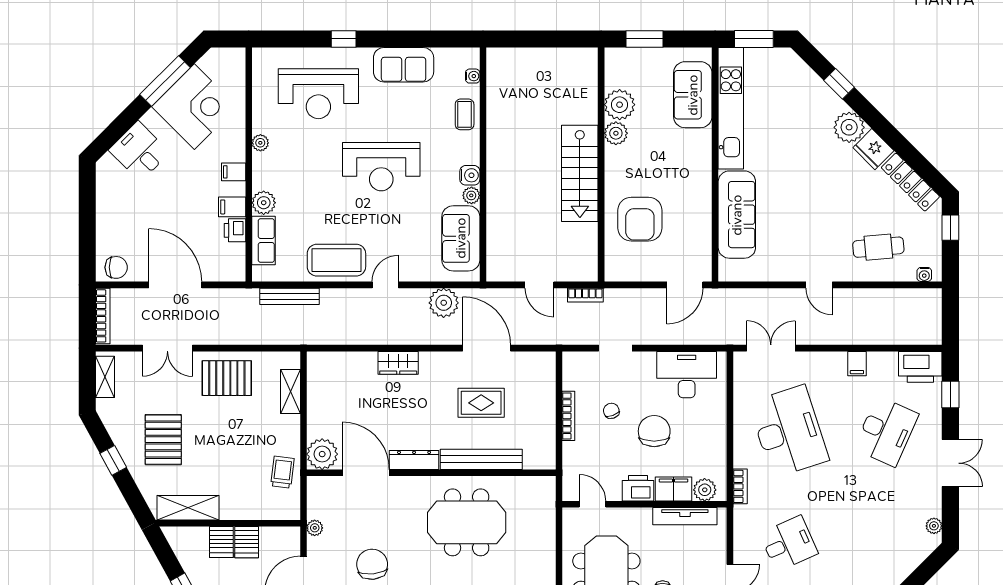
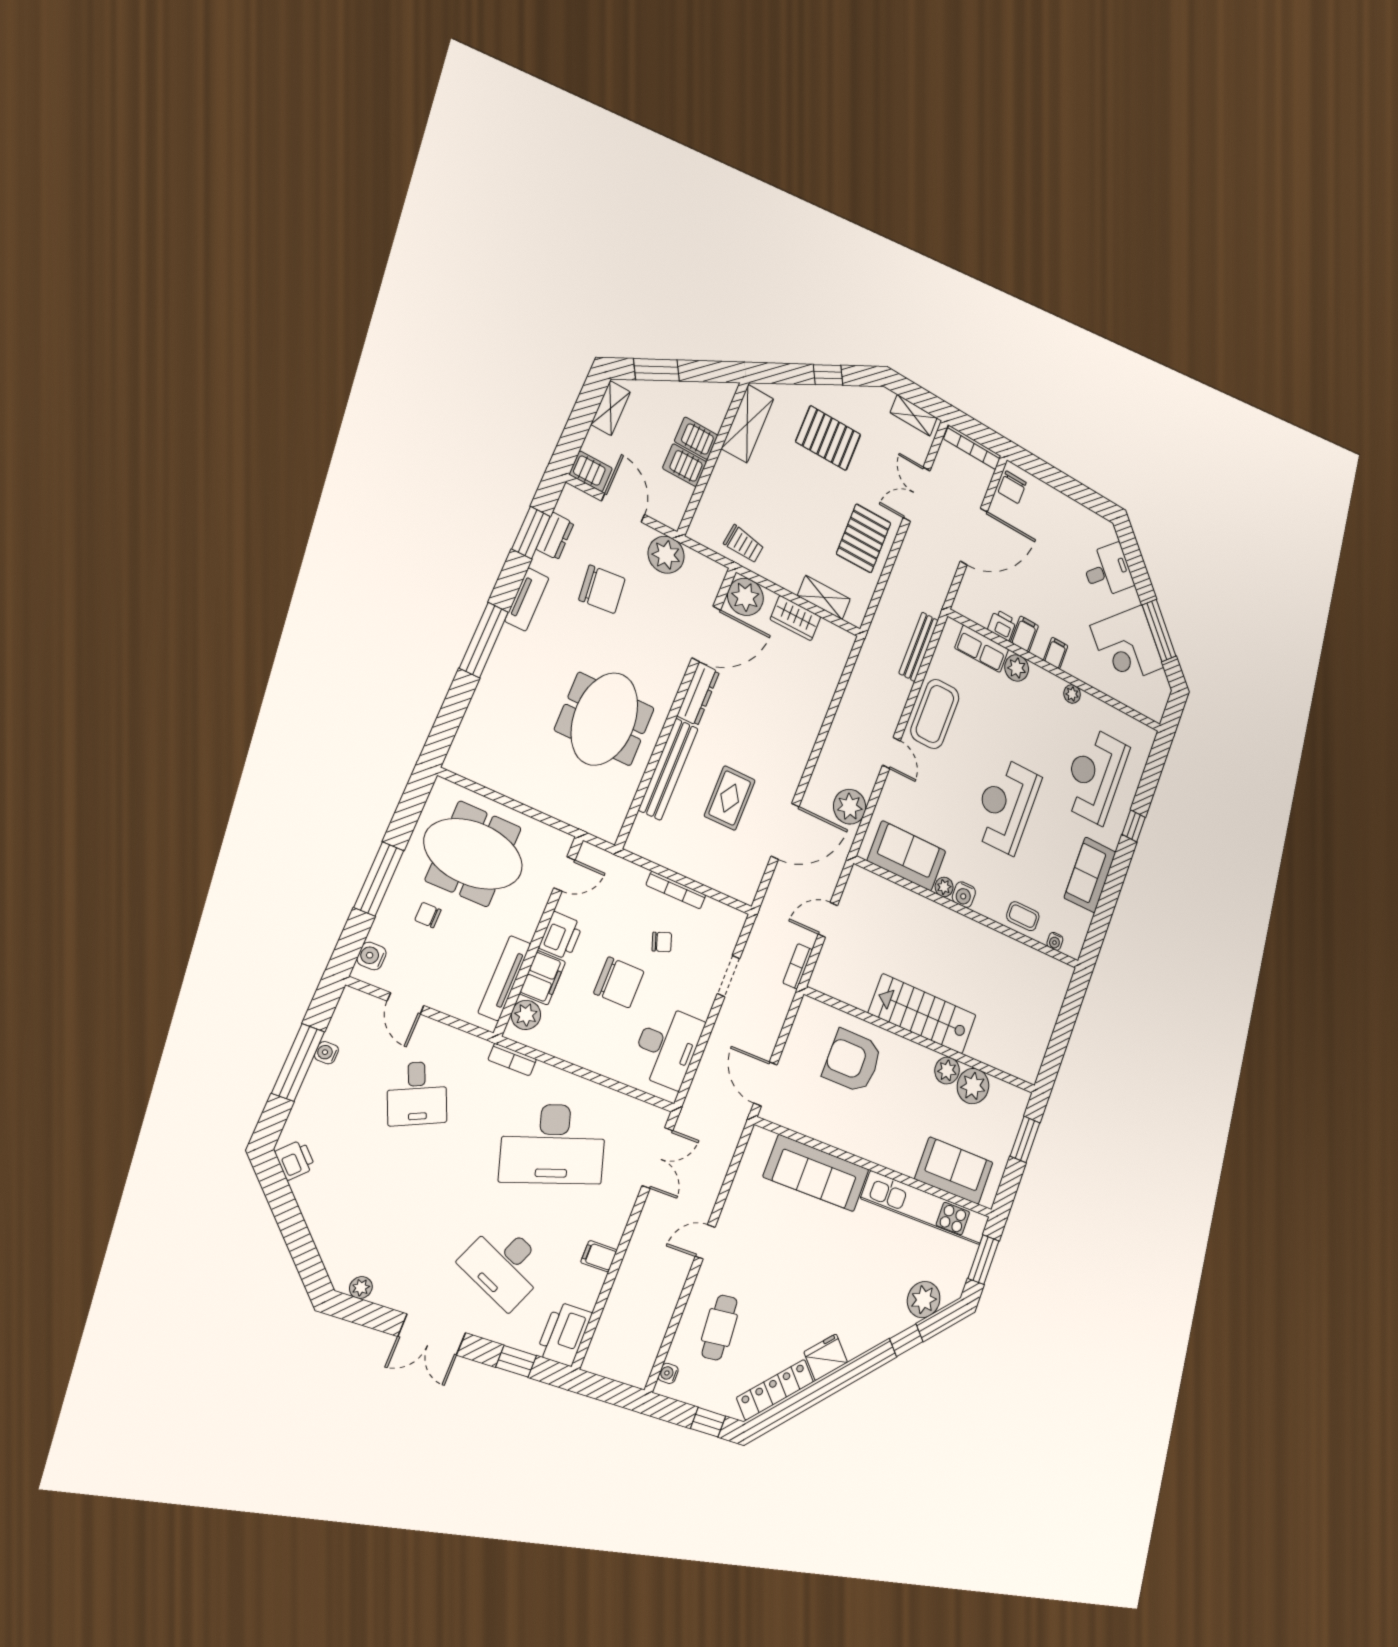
plant: (849, 127) -> (924, 1300), moved
wardrobe: (398, 363) -> (795, 618), moved, turned -90
plant: (315, 528) -> (666, 555), width x1.87, depth x1.87

